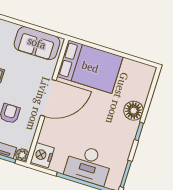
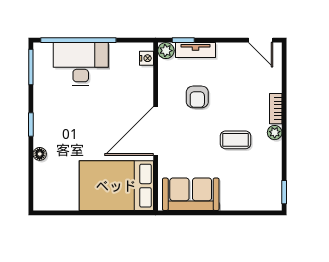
floor lamp: (134, 111) -> (40, 154), width x0.53, depth x0.53
nightstand: (42, 155) -> (146, 58), width x0.53, depth x0.56

